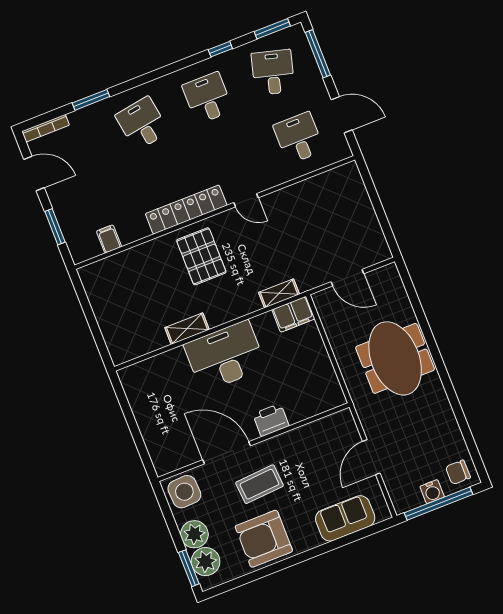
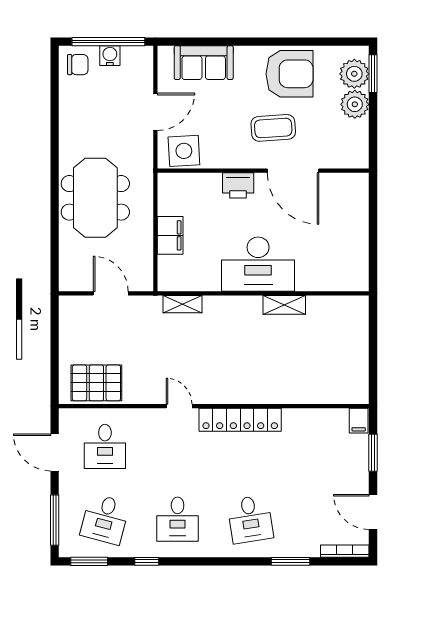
filing cabinet: (109, 239) -> (359, 421), moved
pallet: (201, 256) -> (96, 383), moved, turned 90
filing cabinet: (293, 314) -> (170, 235), moved, turned 90
side table: (184, 492) -> (184, 151), moved

